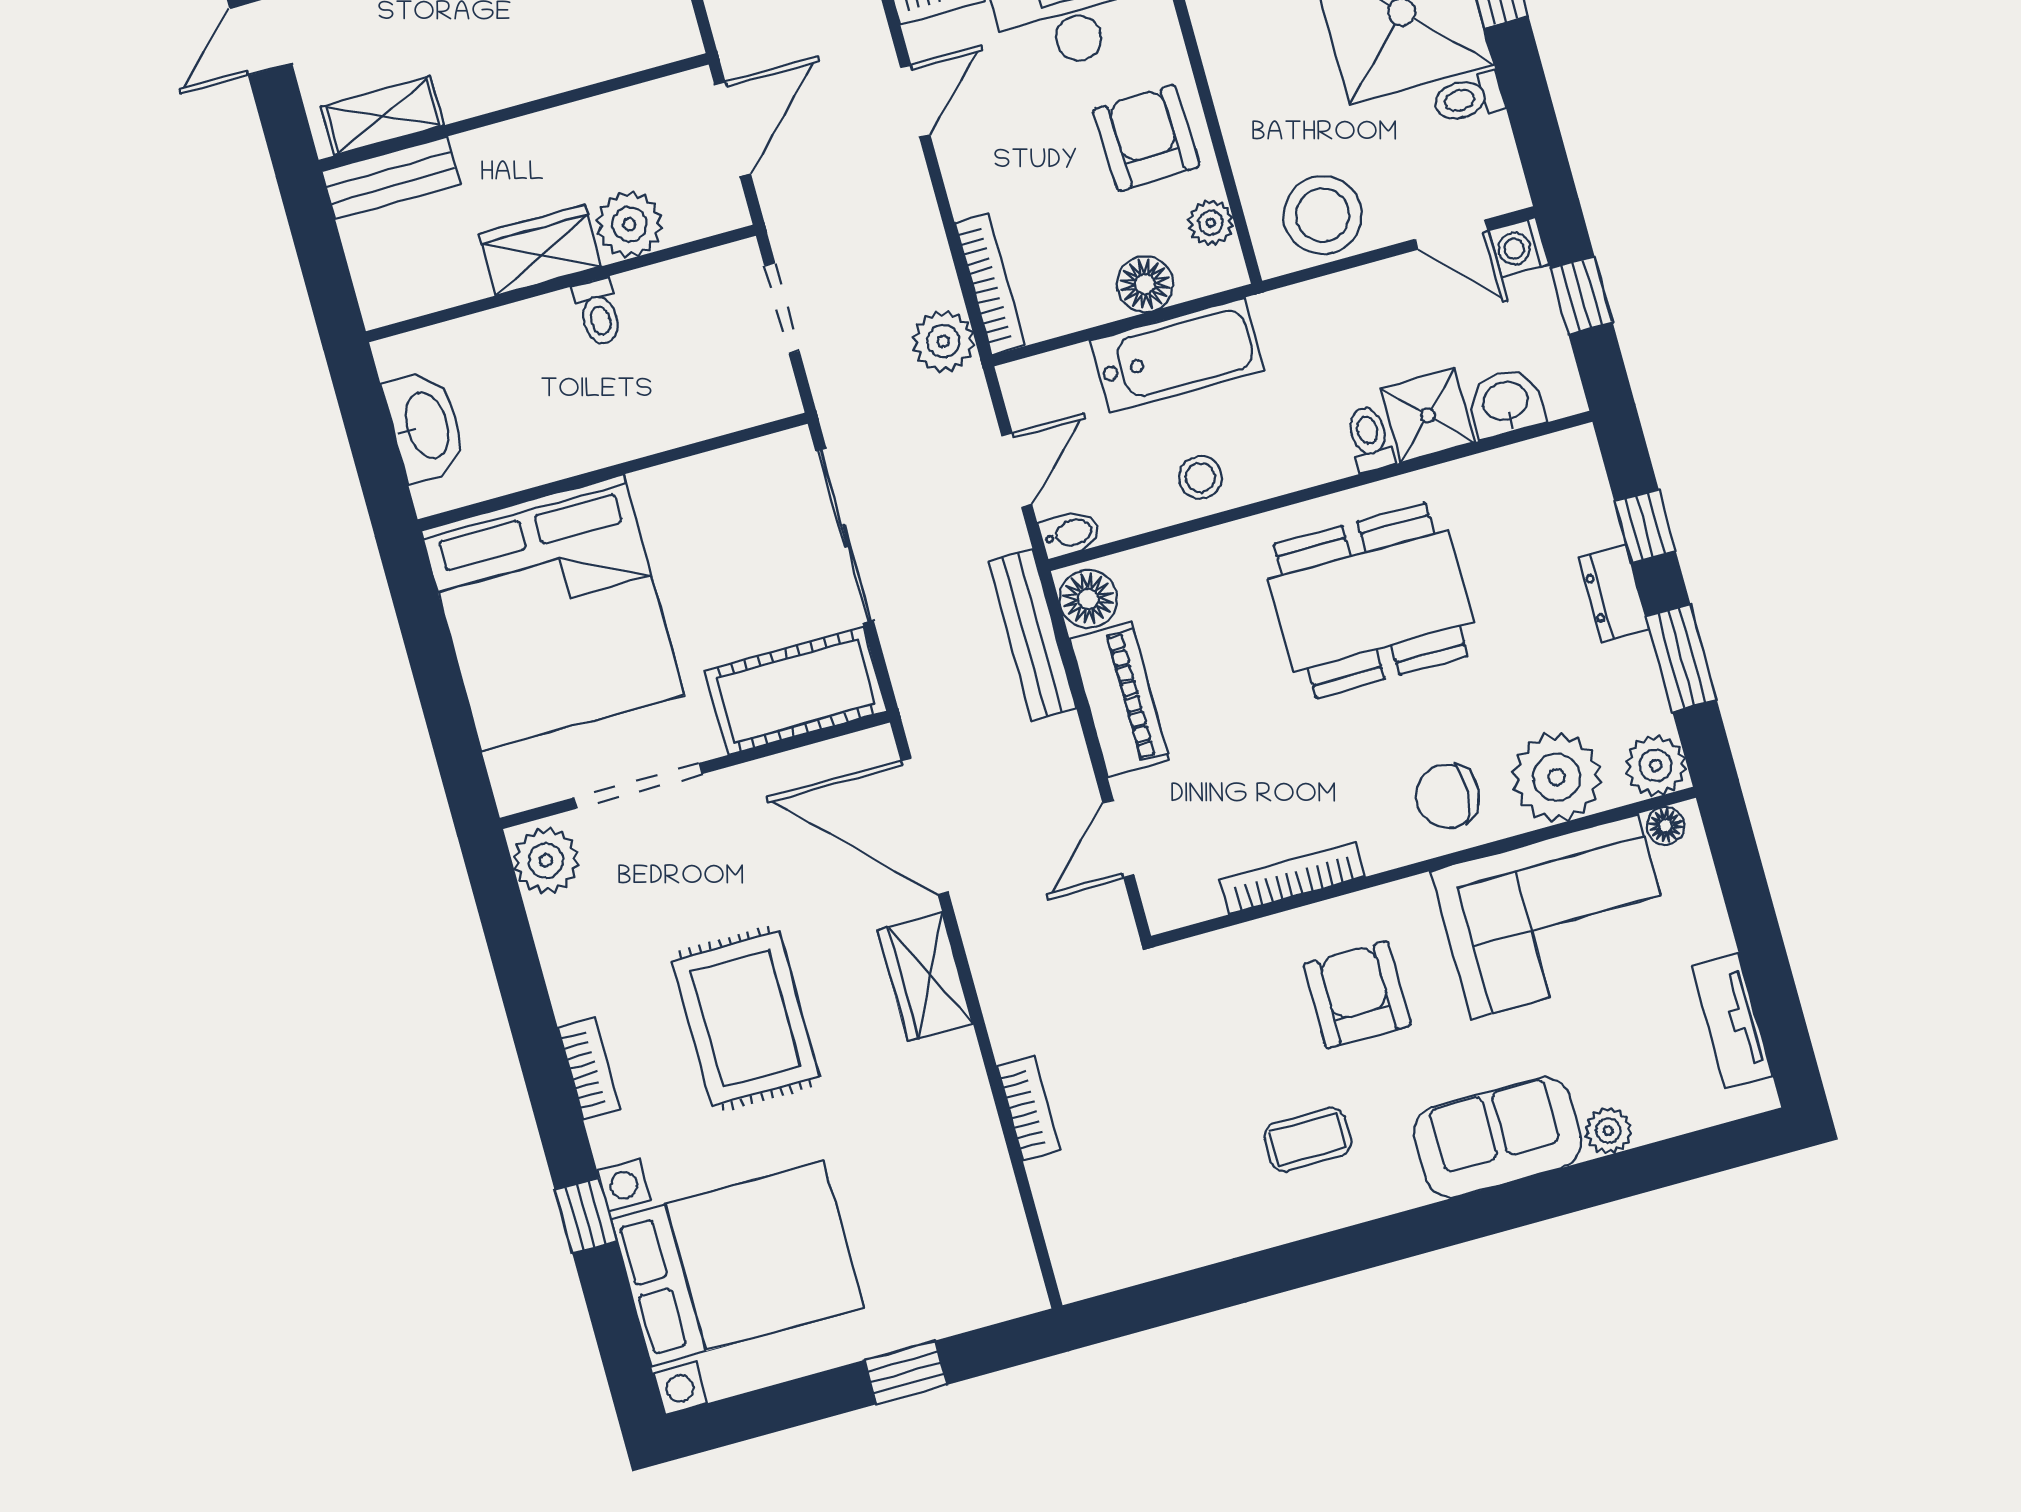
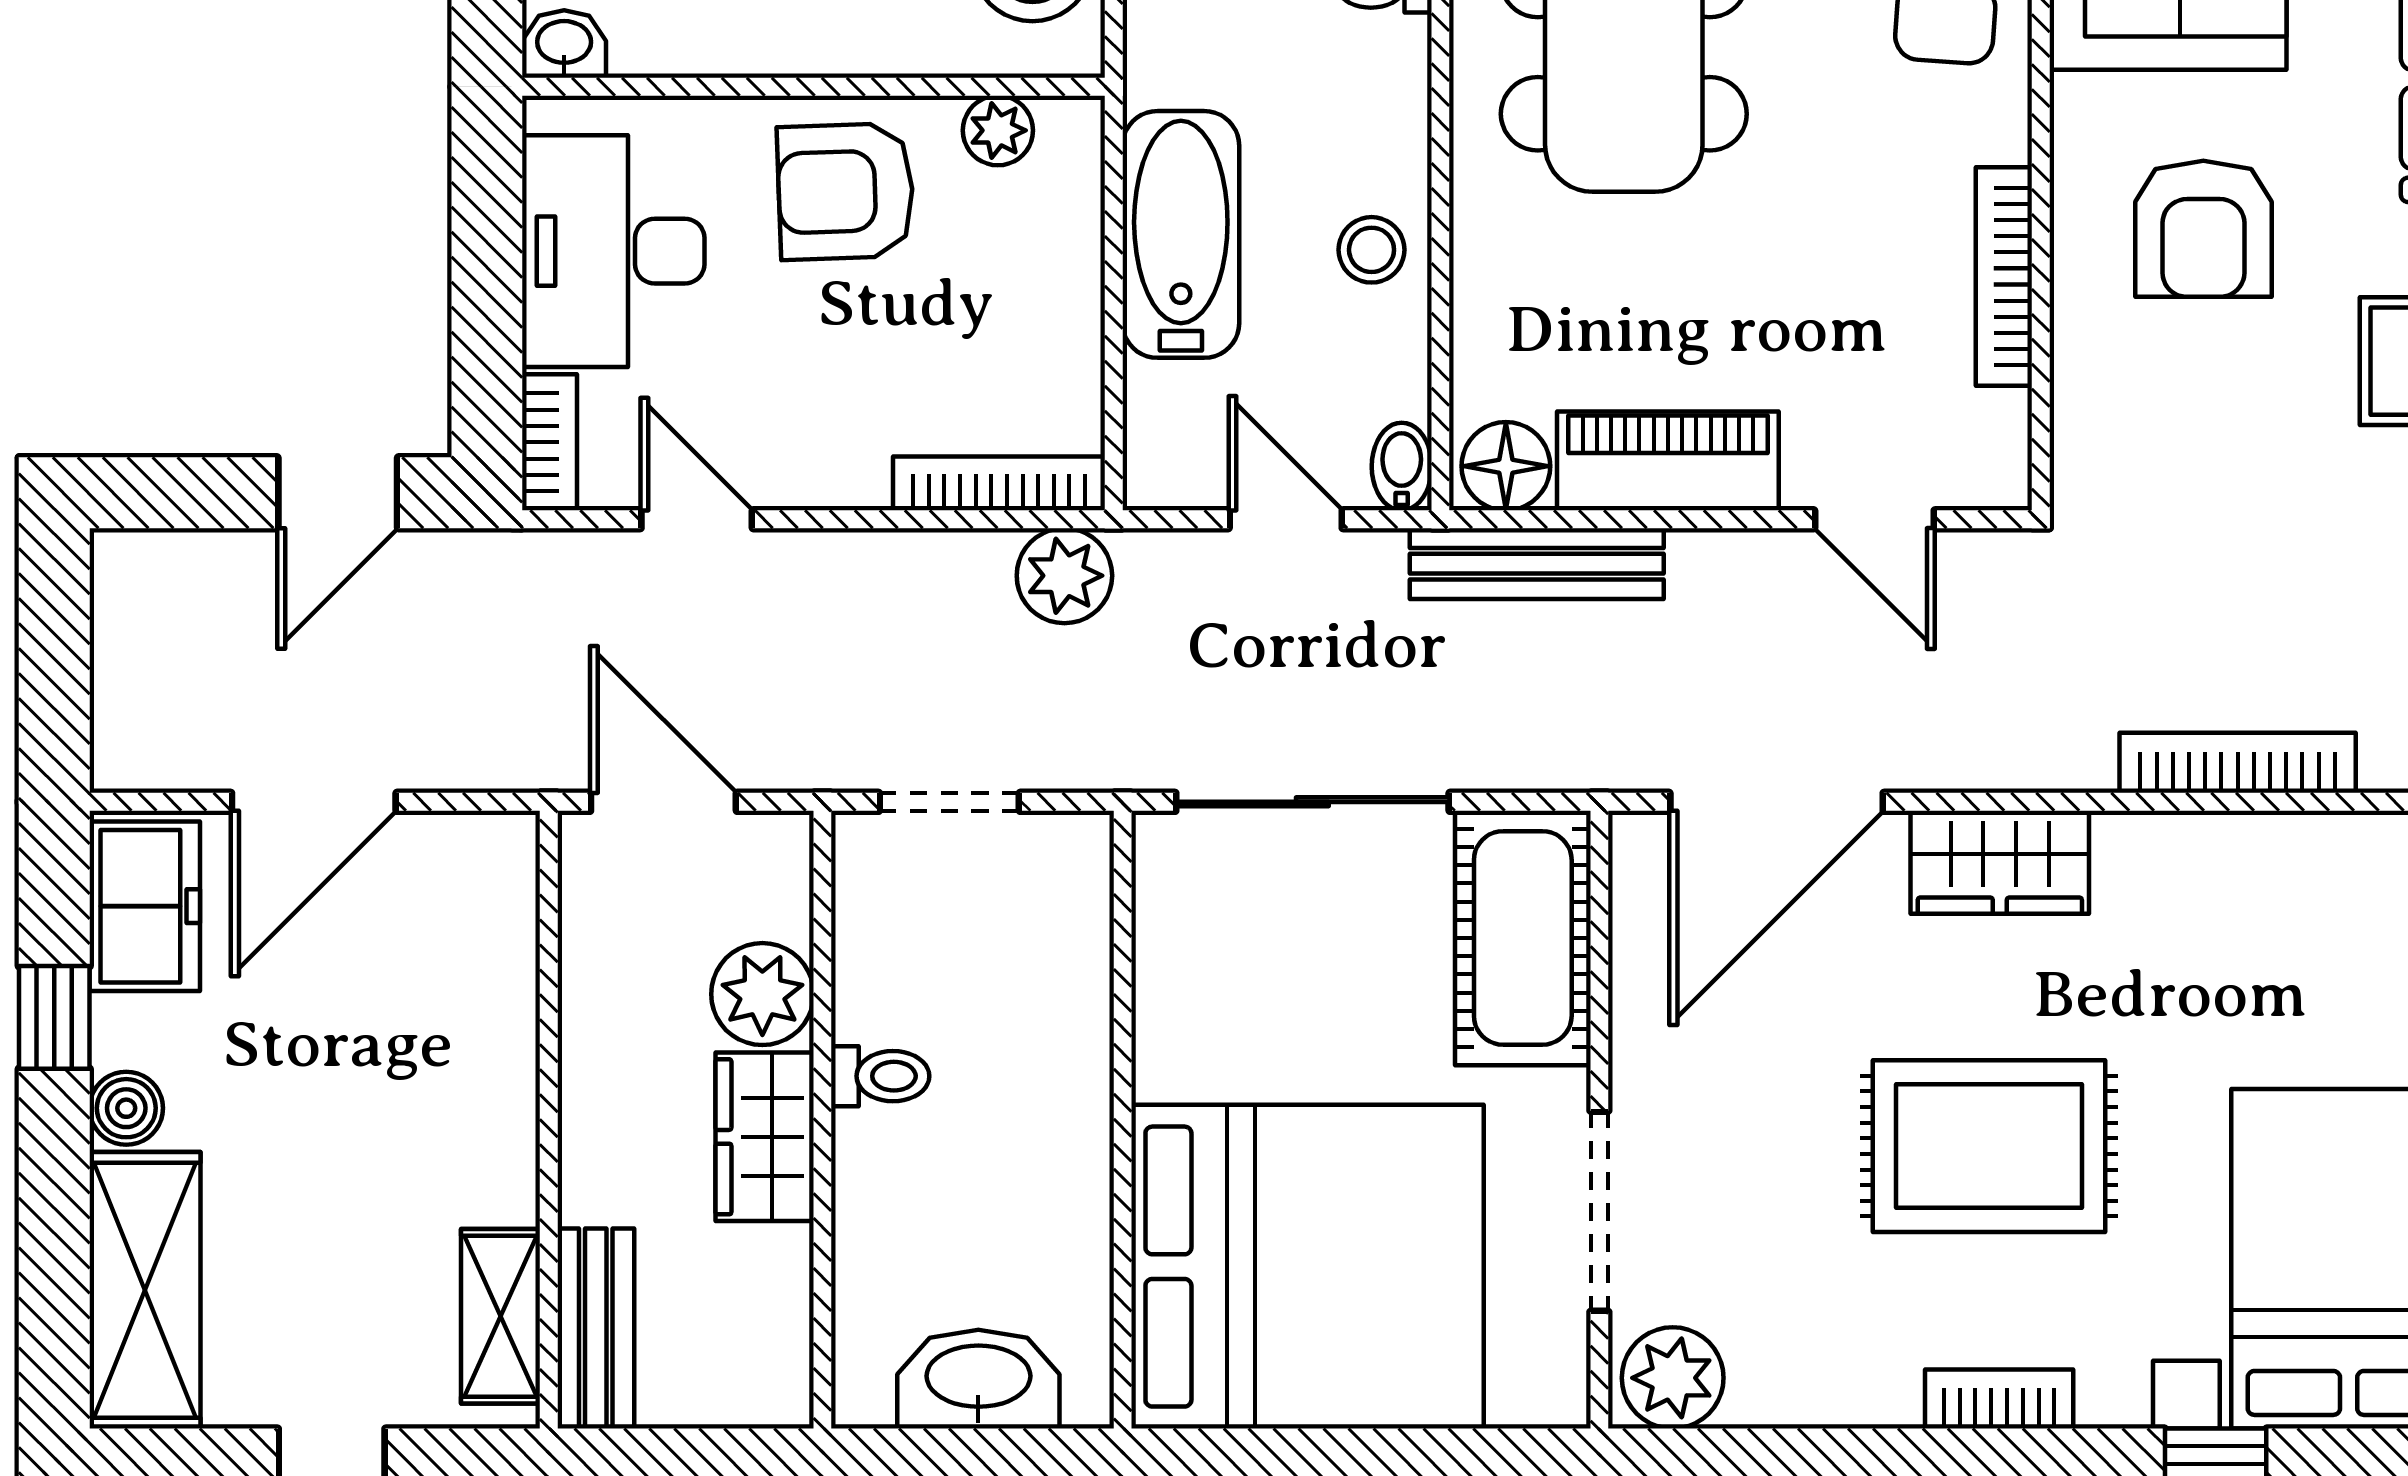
floor lamp: (1145, 284) -> (1062, 253), removed
armchair: (1357, 995) -> (2203, 229), turned -90
bookcase: (1029, 1108) -> (2238, 763), width x1.56

